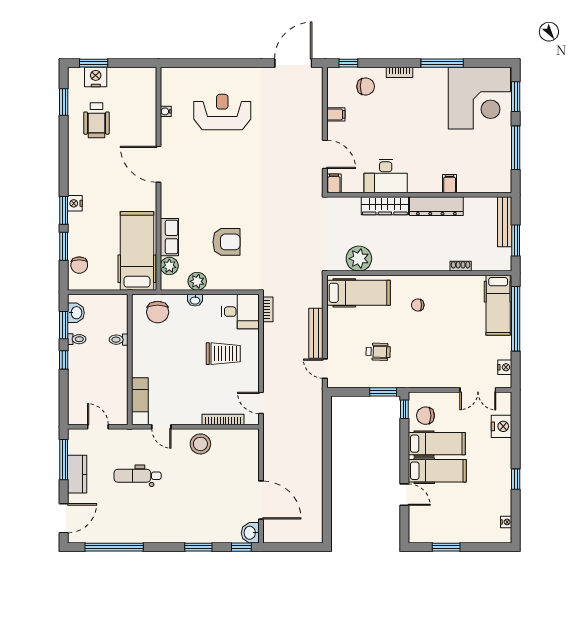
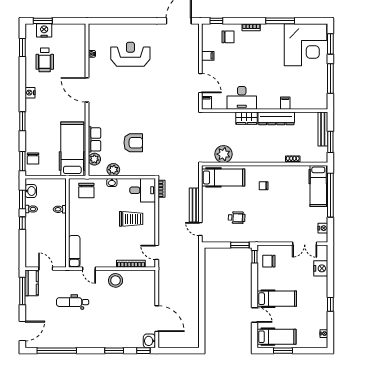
nightstand: (75, 203) -> (30, 93), moved
wardrobe: (385, 206) -> (247, 118), width x0.67
window: (64, 246) -> (22, 161), moved
hospital bed: (437, 444) -> (277, 337), moved
kitchen counter: (77, 474) -> (32, 283), moved

